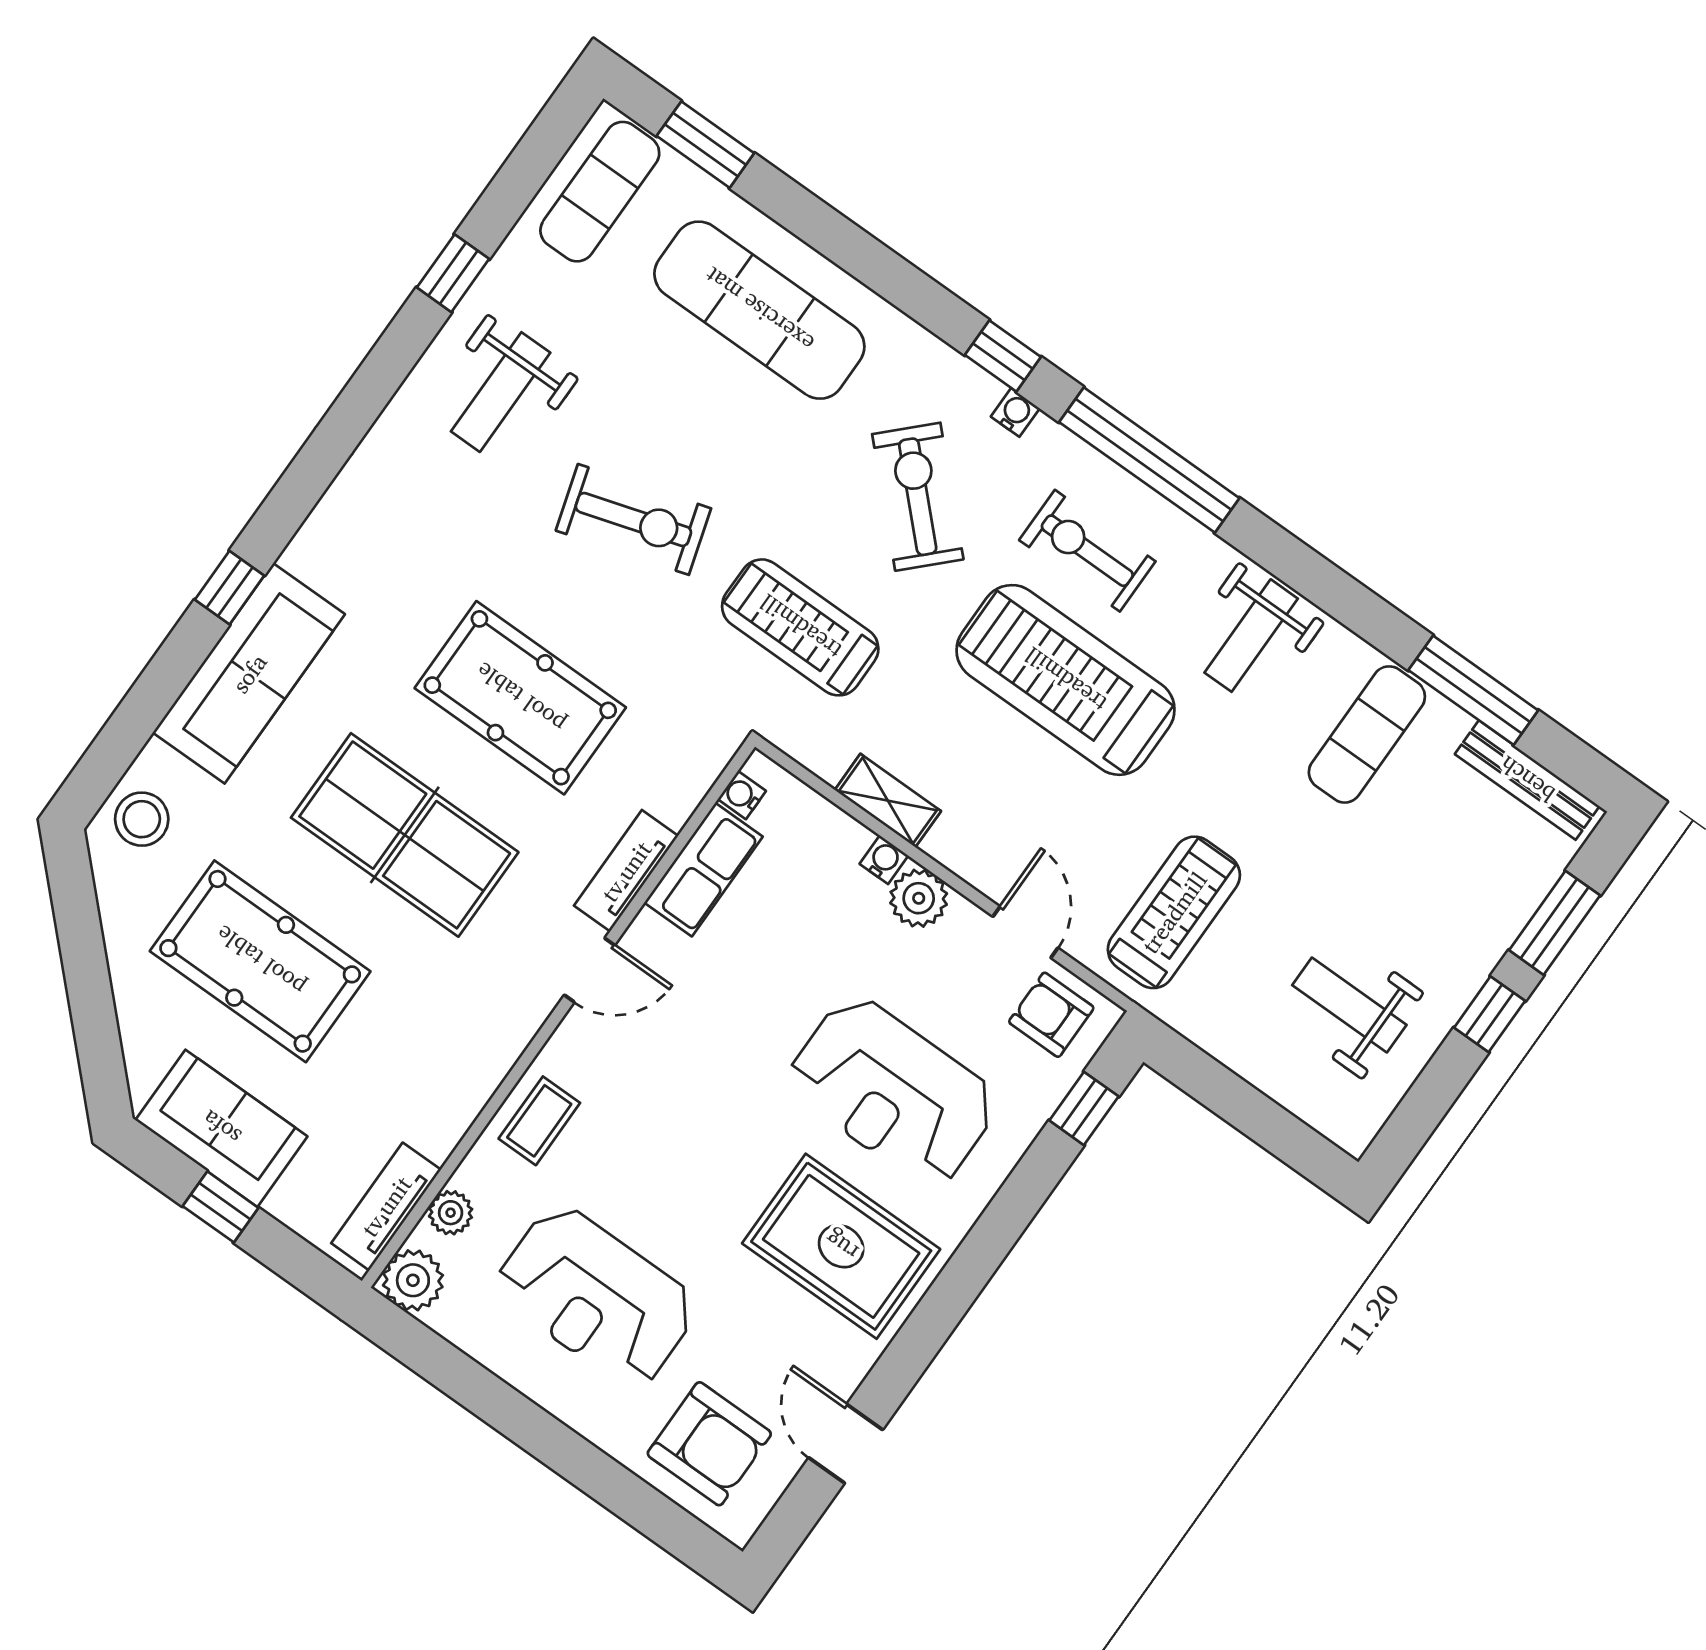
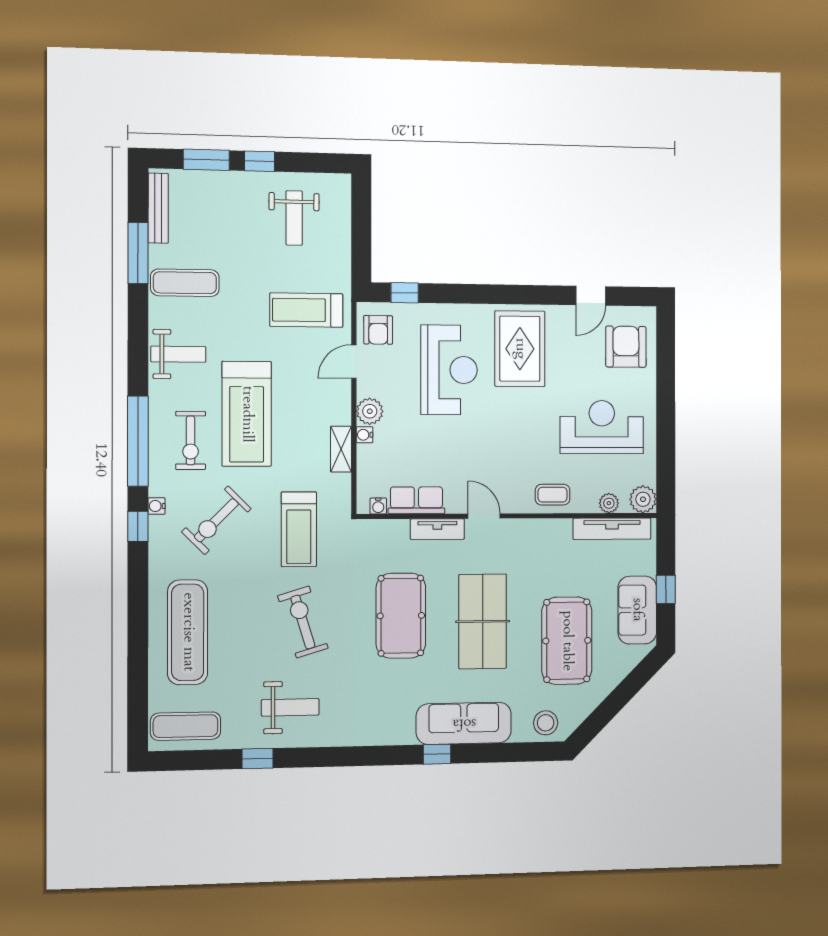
window: (705, 145) -> (138, 699), removed
tv unit: (386, 1206) -> (612, 529), width x1.41
reception desk: (596, 1297) -> (602, 427), turned -90

